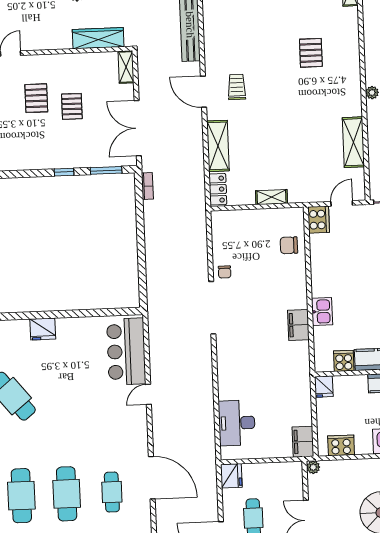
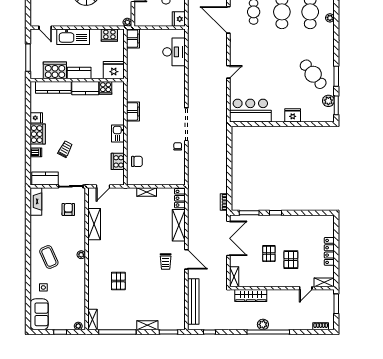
cooker: (319, 220) -> (118, 161), moved
kitchen sink: (322, 311) -> (118, 133), moved
bar counter: (126, 352) -> (250, 111), moved, turned -90
fridge: (324, 387) -> (114, 70), width x1.88, depth x1.34

